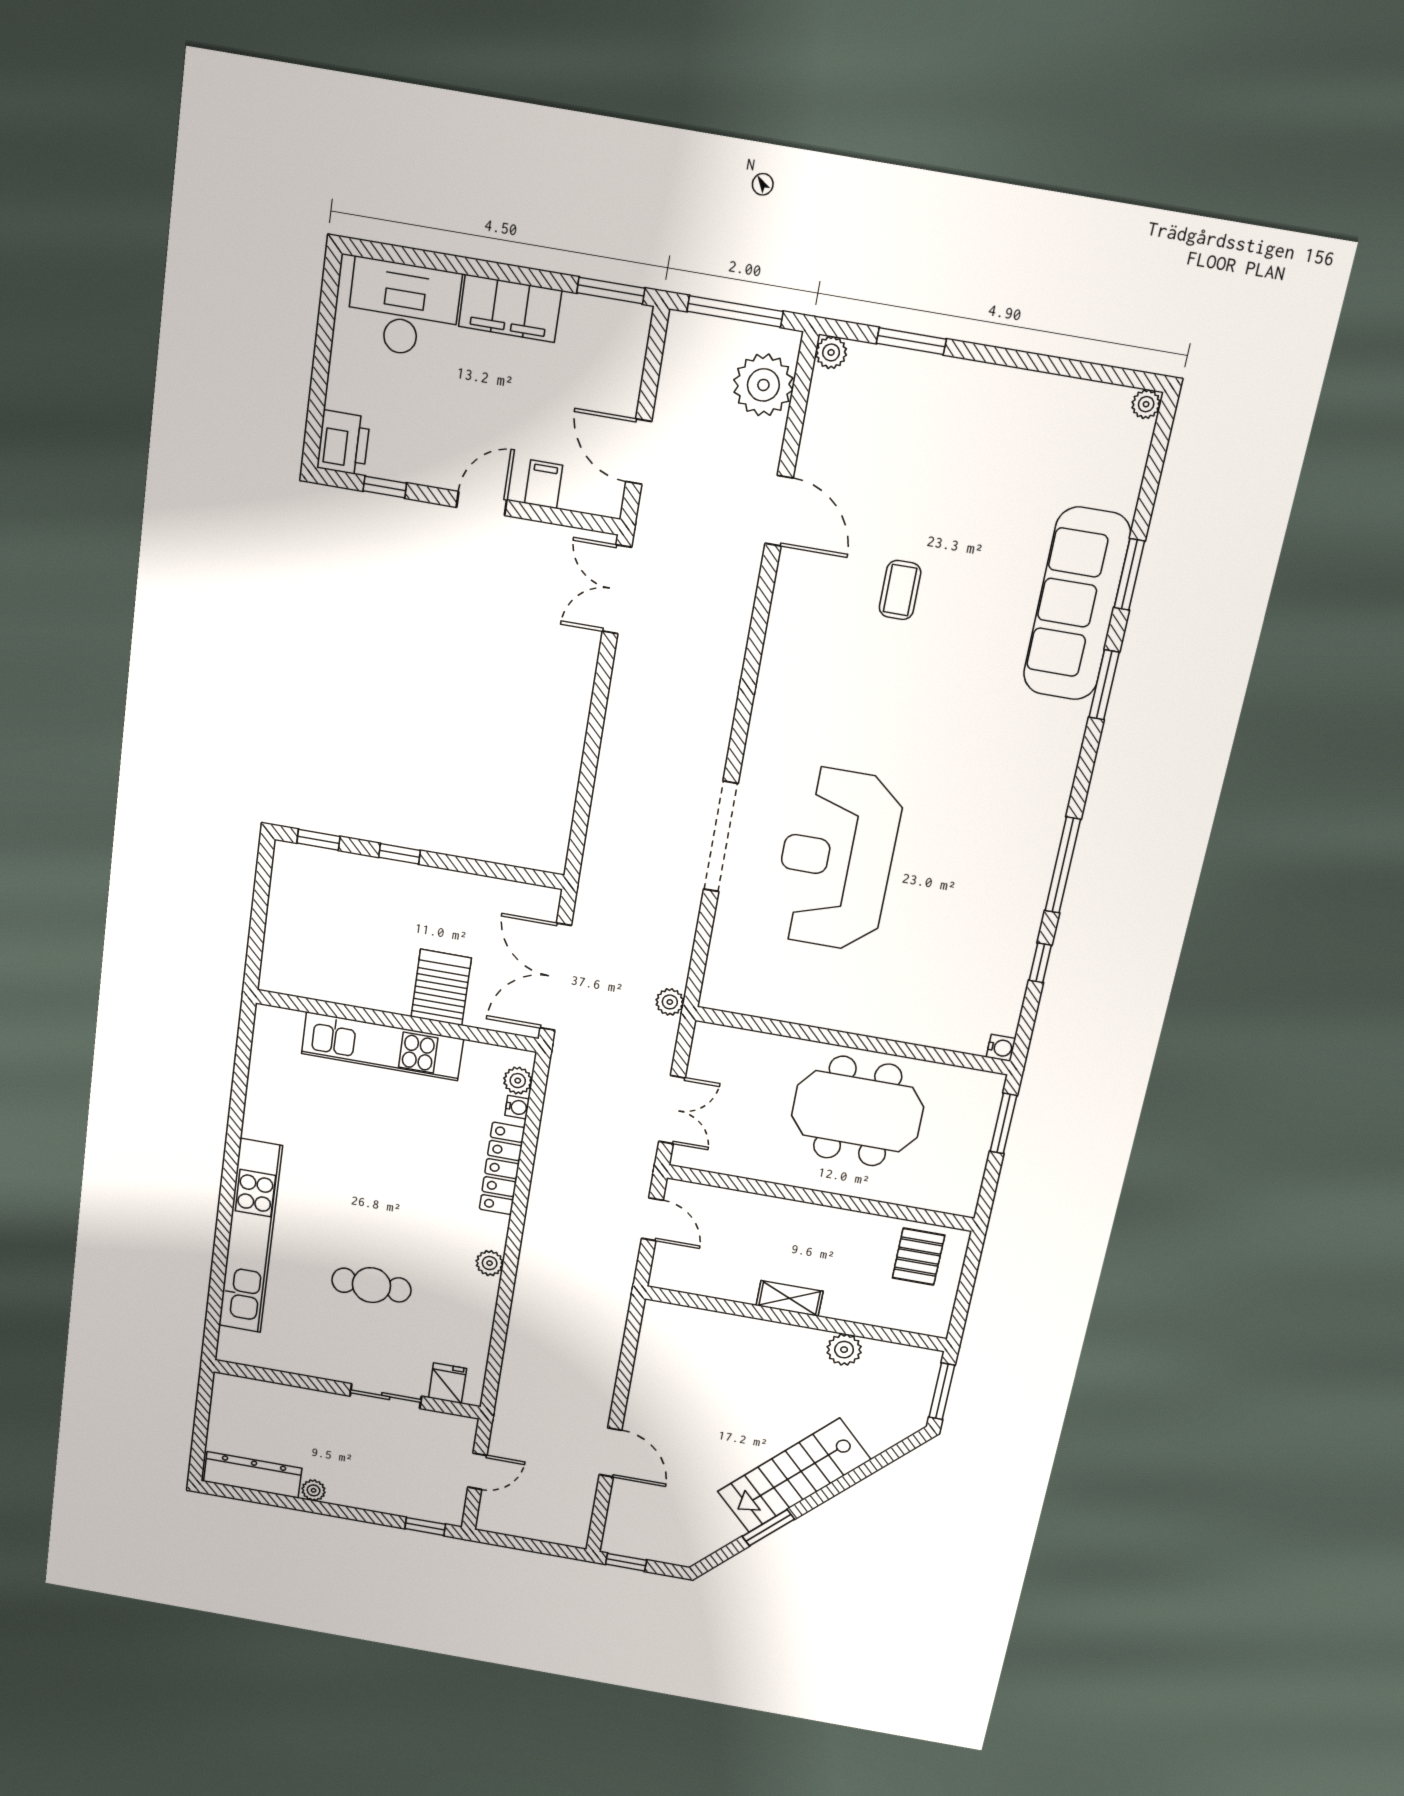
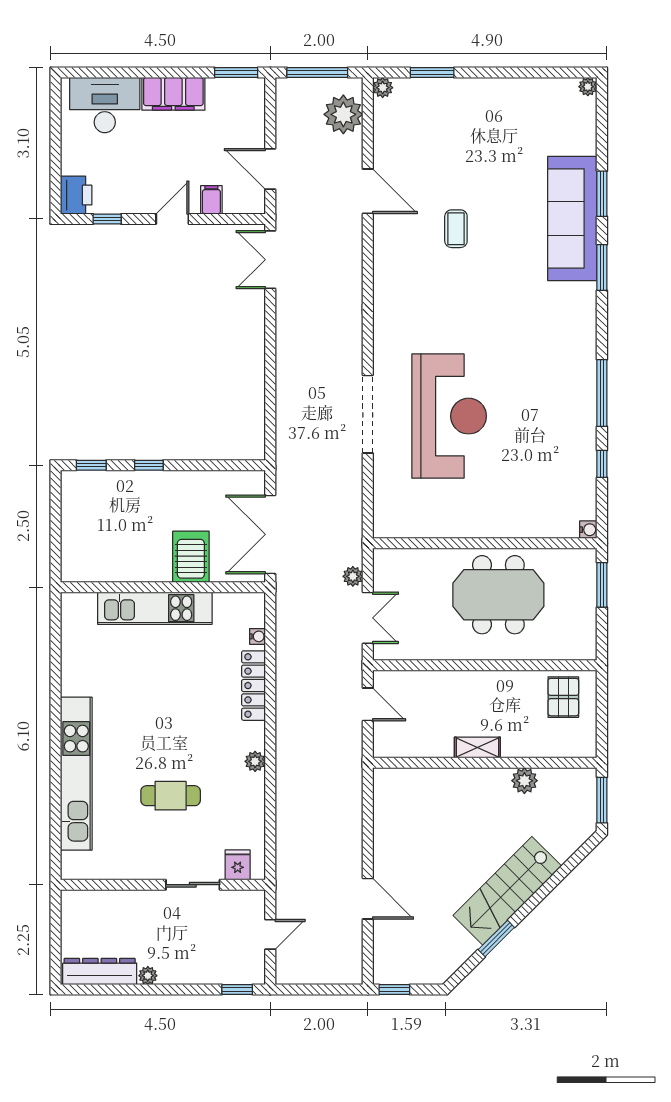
reception desk: (837, 859) -> (449, 416), turned 180
plant: (670, 1002) -> (353, 576), moved
plant: (518, 1081) -> (255, 616), removed

